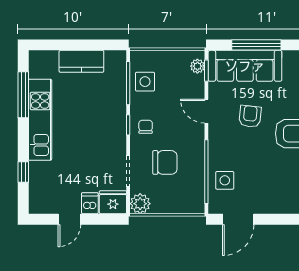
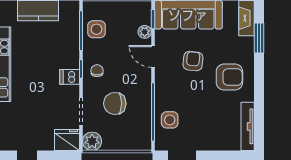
plant: (197, 66) -> (145, 32), moved
chair: (165, 162) -> (115, 103), turned 180
dishwasher: (90, 203) -> (70, 77), moved, turned -90

